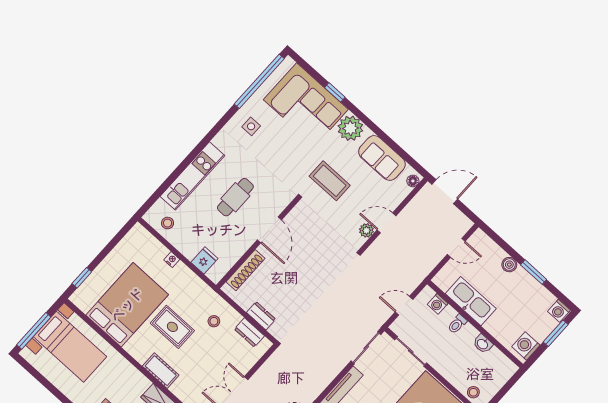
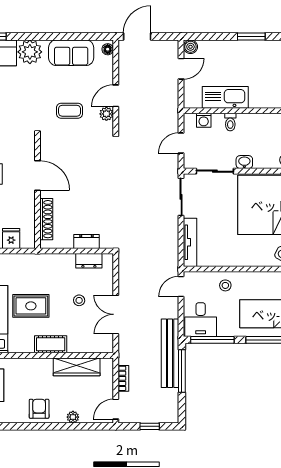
coffee table: (330, 181) -> (70, 111), moved, width x0.73, depth x0.77
boiler: (509, 265) -> (190, 47), moved
stool: (214, 321) -> (79, 300), moved
washbasin: (483, 344) -> (244, 162), moved, turned 180

